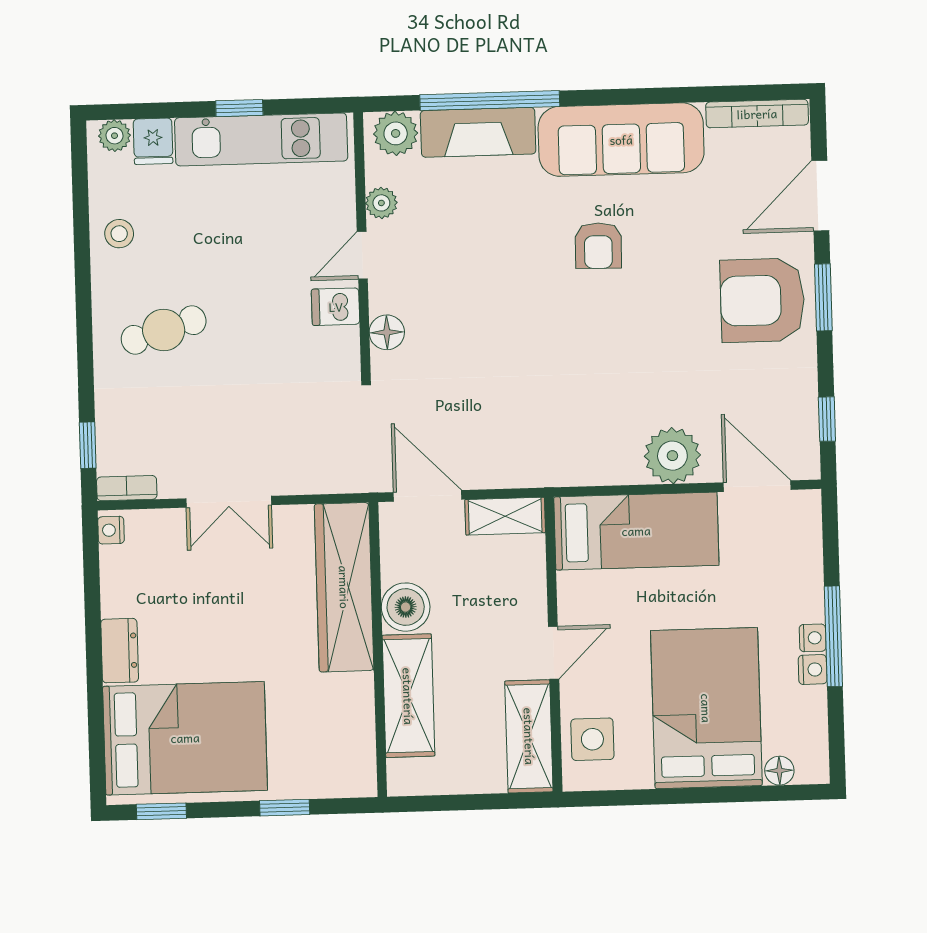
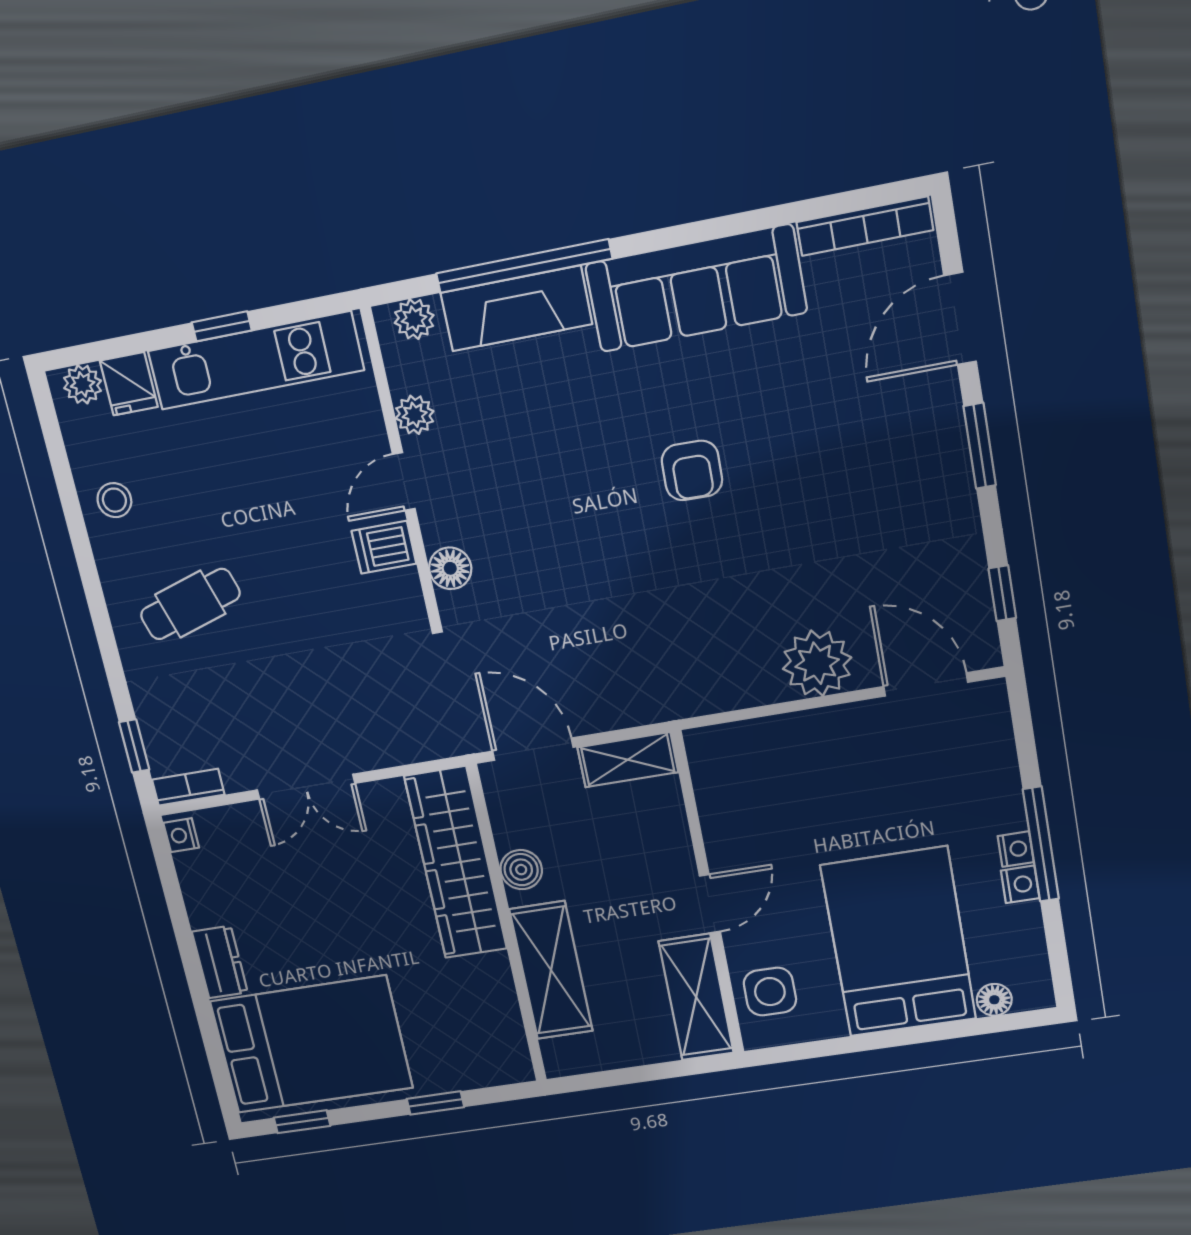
plant: (396, 133) -> (414, 319), width x0.73, depth x0.73
armchair: (598, 246) -> (692, 470), moved
armchair: (762, 300) -> (903, 461), removed
bed: (636, 531) -> (786, 756), removed
boiler: (406, 607) -> (521, 870), width x0.73, depth x0.73

